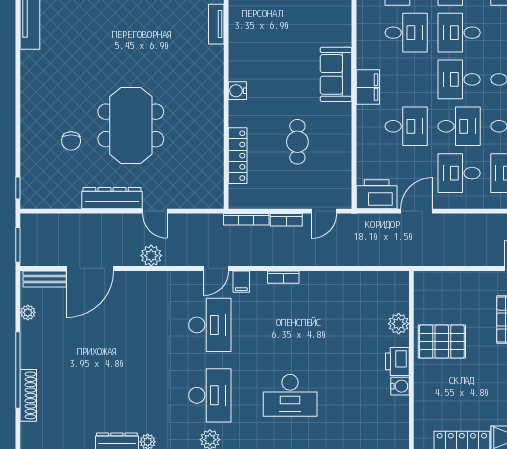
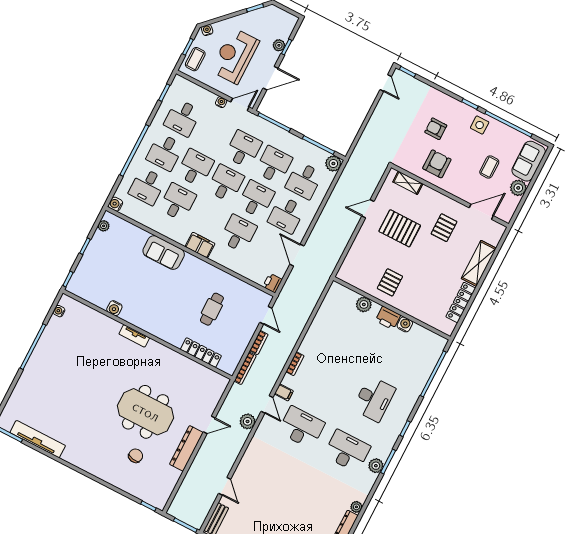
tv unit: (216, 24) -> (134, 336), moved
desk: (459, 33) -> (195, 168), turned 180
sofa: (336, 74) -> (164, 253), moved
desk: (459, 79) -> (226, 183), turned 180
water cooler: (237, 91) -> (114, 308), moved
chair: (71, 141) -> (136, 456), turned -80
cafe table: (297, 142) -> (212, 309), turned 90
printer: (377, 194) -> (272, 283), width x0.53, depth x0.68
plant: (151, 256) -> (248, 421), moved
door: (90, 268) -> (225, 486), width x0.53
pallet: (442, 342) -> (390, 282), width x0.67, depth x0.71

